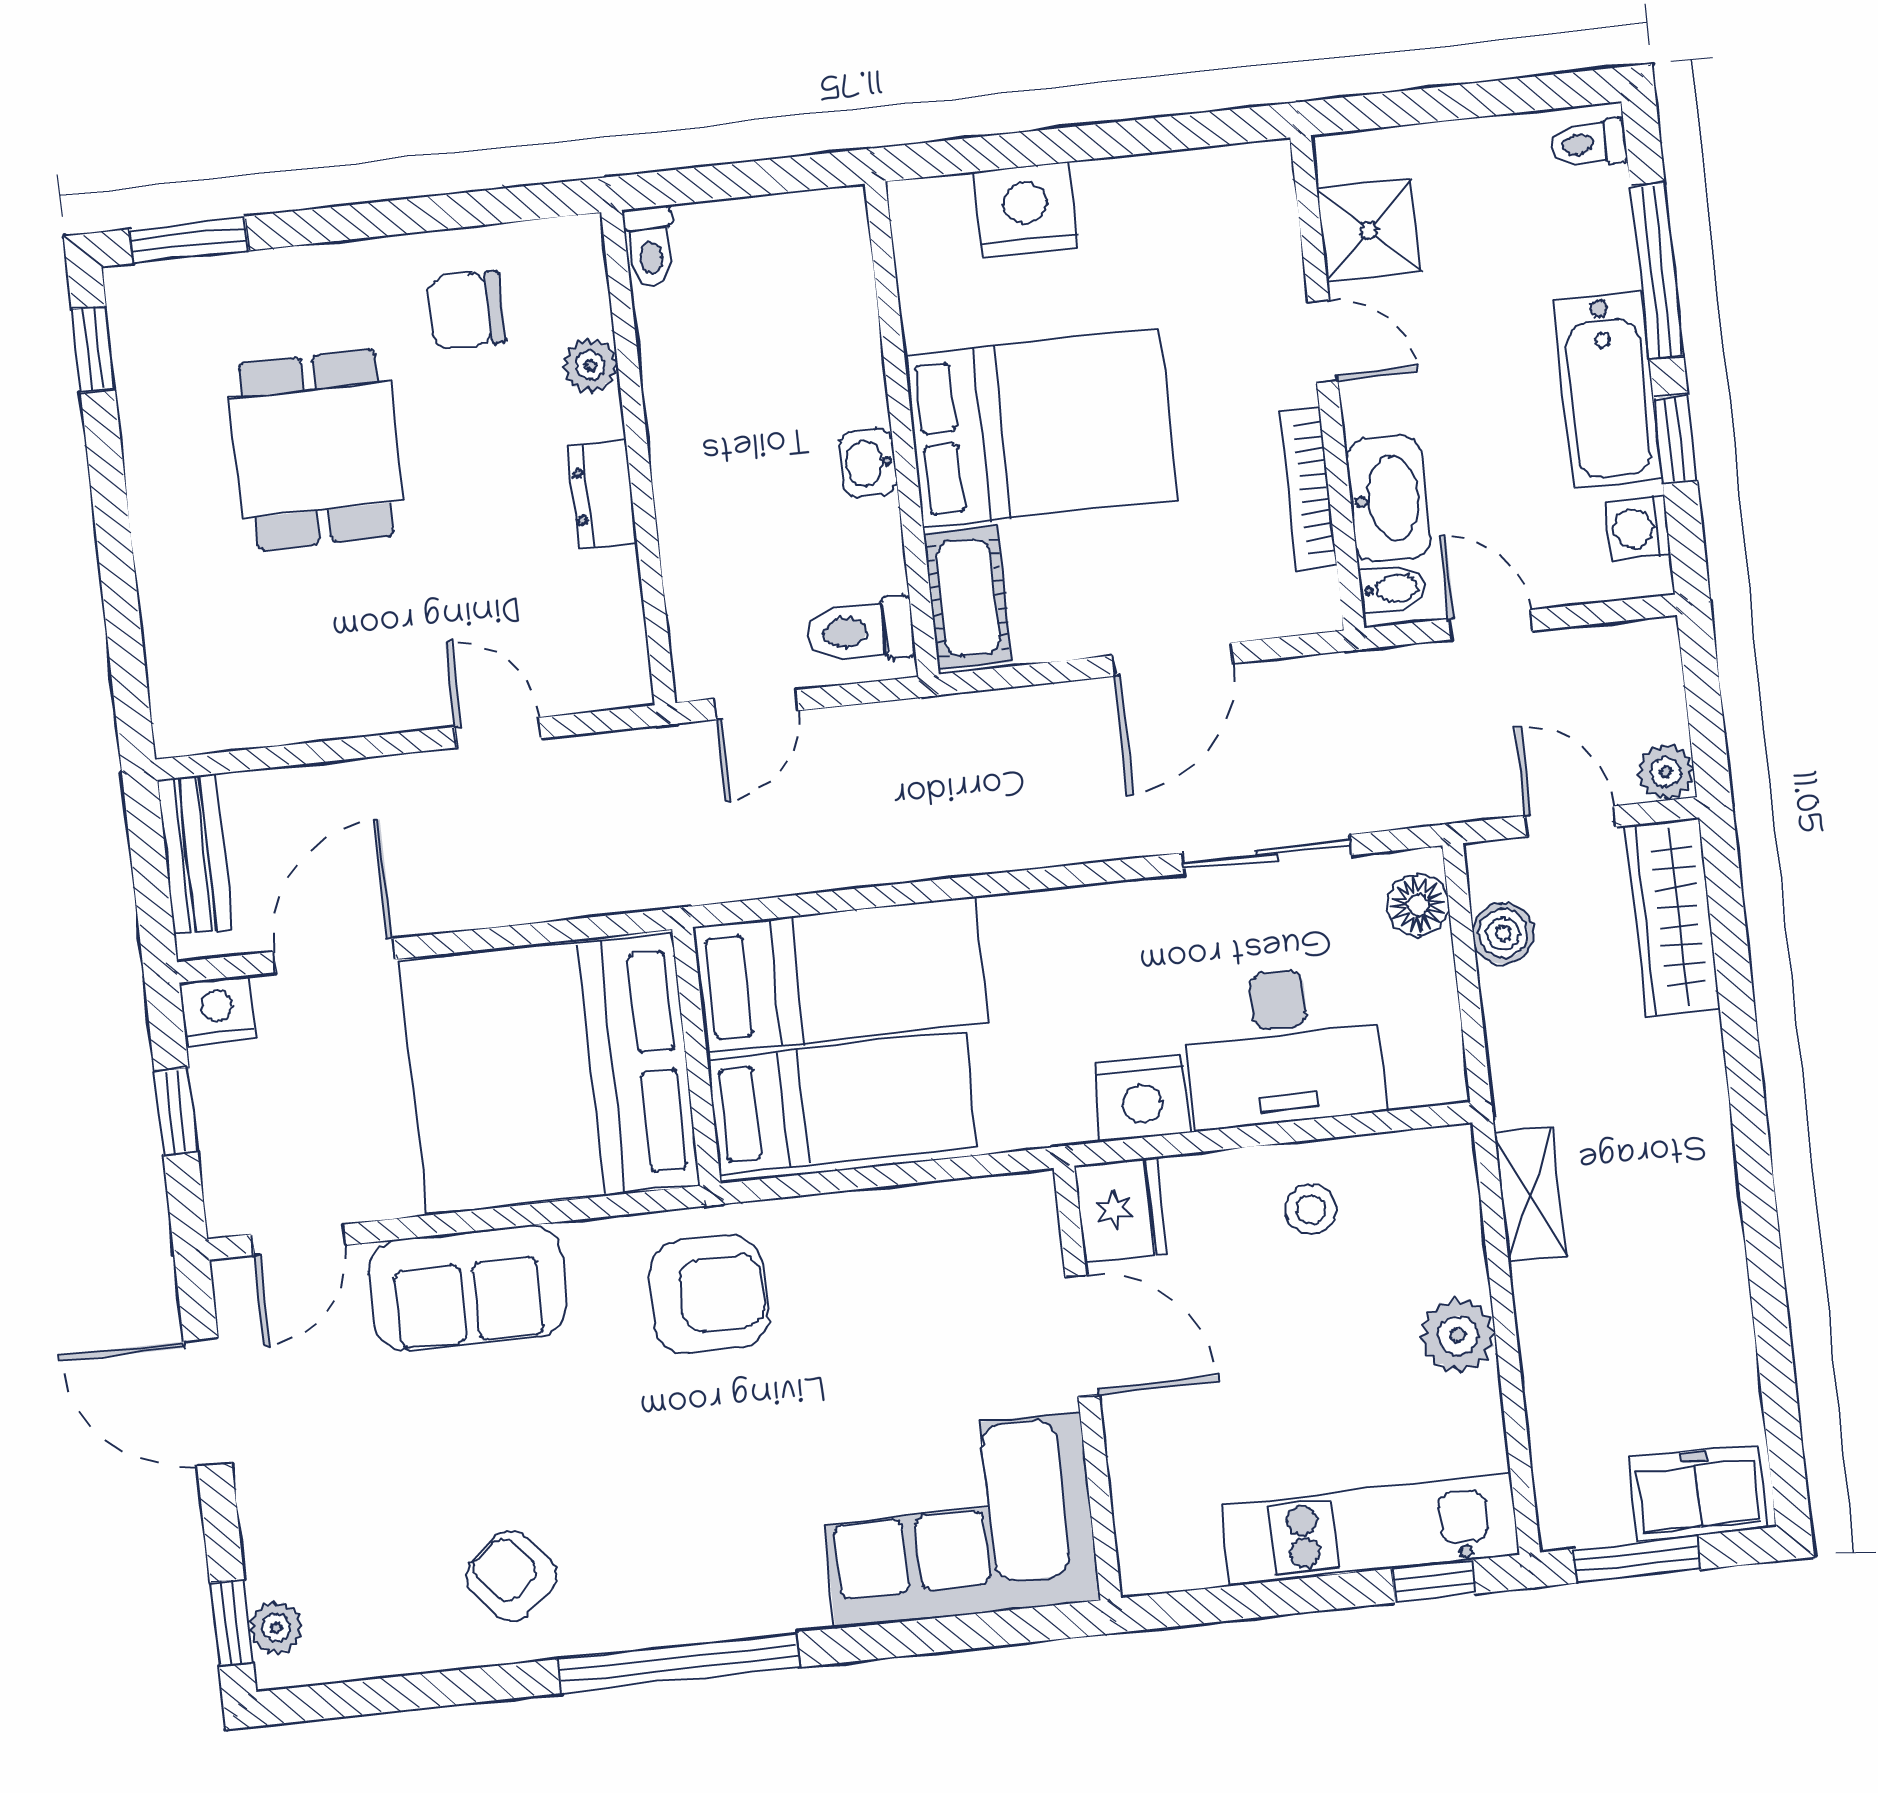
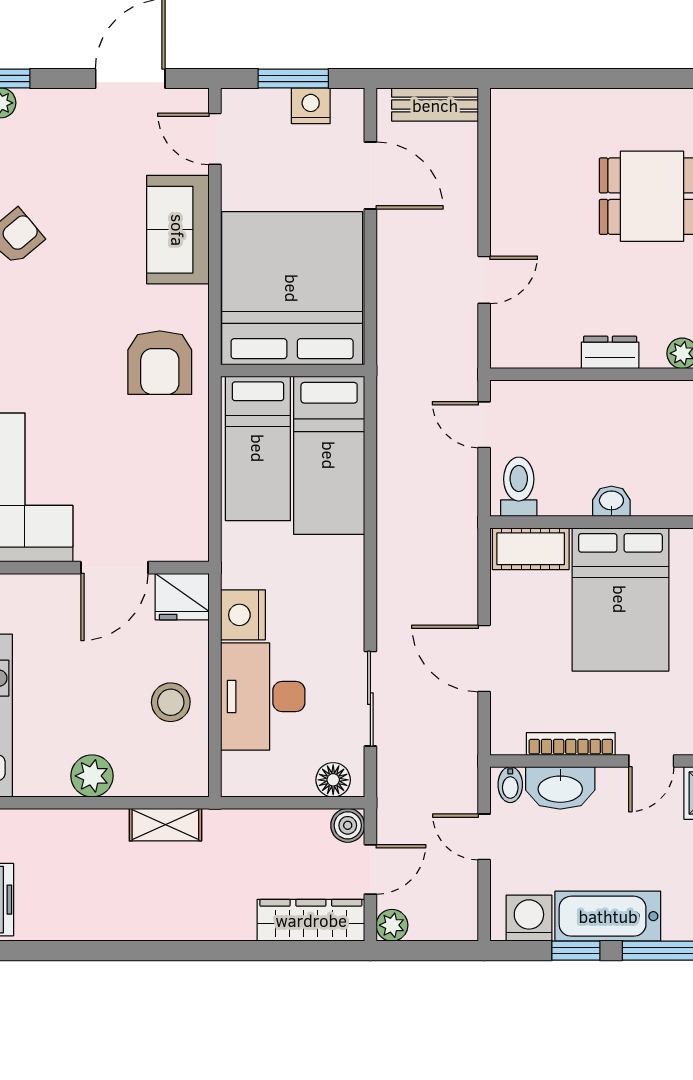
washing machine: (1638, 528) -> (529, 918), width x1.38, depth x1.38
door: (1490, 625) -> (484, 837), swing flipped
boiler: (1503, 933) -> (348, 825), moved
nightstand: (217, 1011) -> (311, 106), moved, turned -90
window: (176, 1112) -> (293, 78), width x1.50
stool: (1311, 1209) -> (171, 702), width x1.37, depth x1.37

